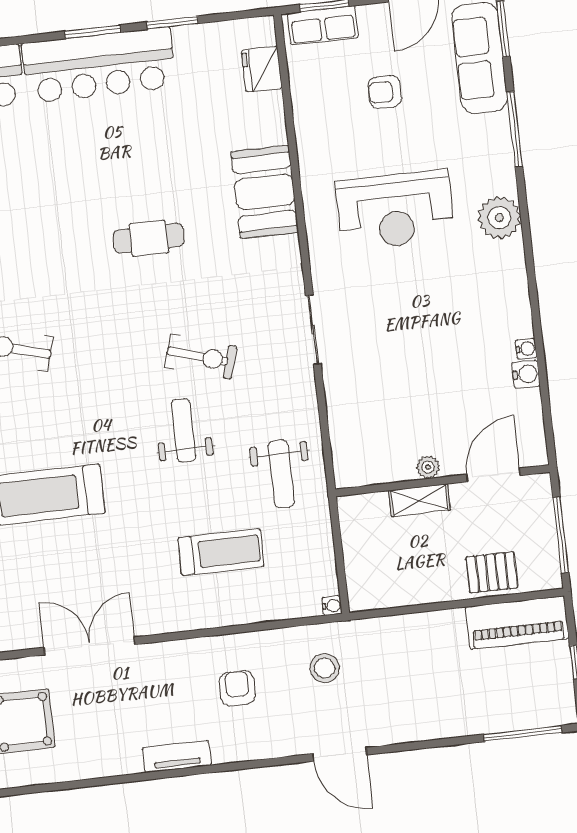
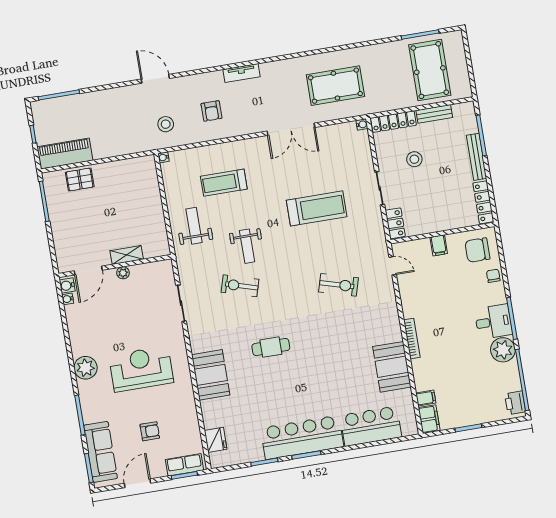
plant: (428, 467) -> (123, 273), moved
door: (493, 475) -> (88, 271), moved
wall: (443, 481) -> (115, 266), moved
shelving: (419, 500) -> (127, 255), moved

